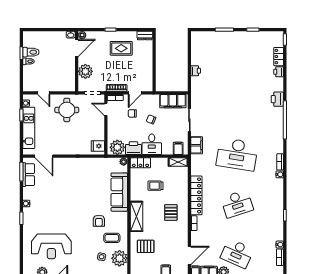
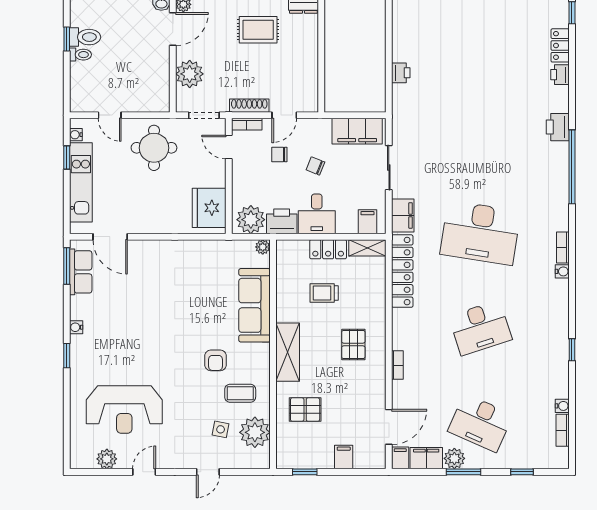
fridge: (98, 146) -> (209, 208), width x1.88, depth x1.34
locker: (140, 163) -> (328, 249), moved
locker: (196, 195) -> (402, 271), moved

